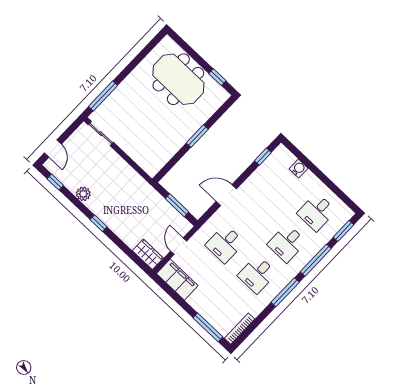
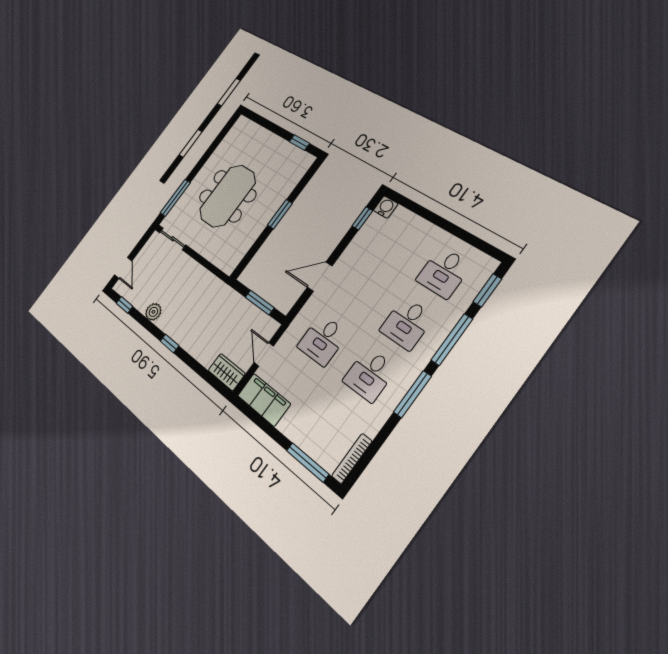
meeting table: (178, 79) -> (227, 196), moved, turned 90
water cooler: (299, 169) -> (386, 207), moved

